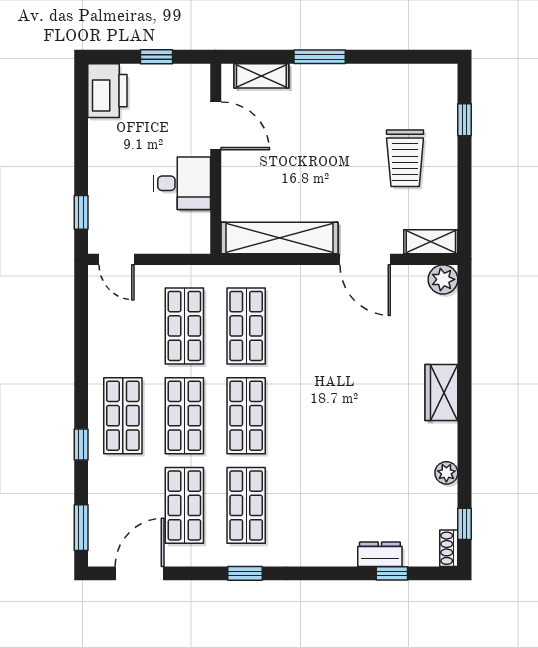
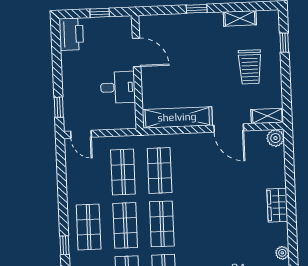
window: (320, 57) -> (197, 9), width x0.67
shelving: (261, 76) -> (240, 18), moved

